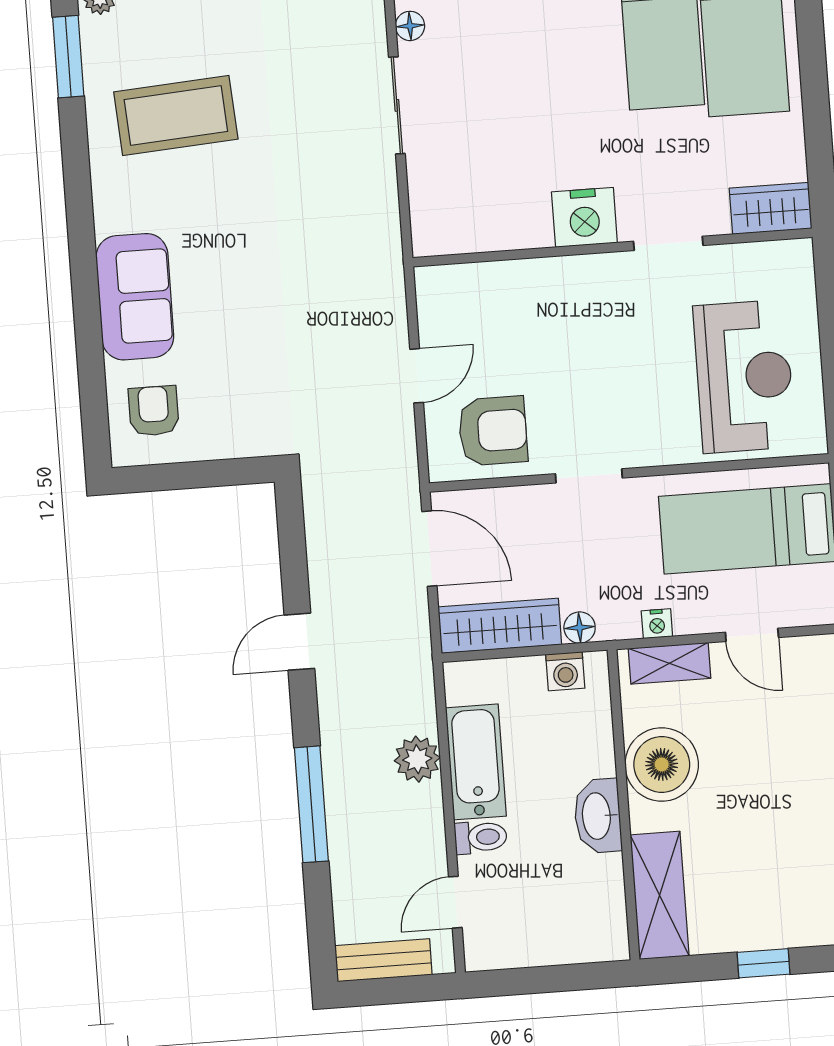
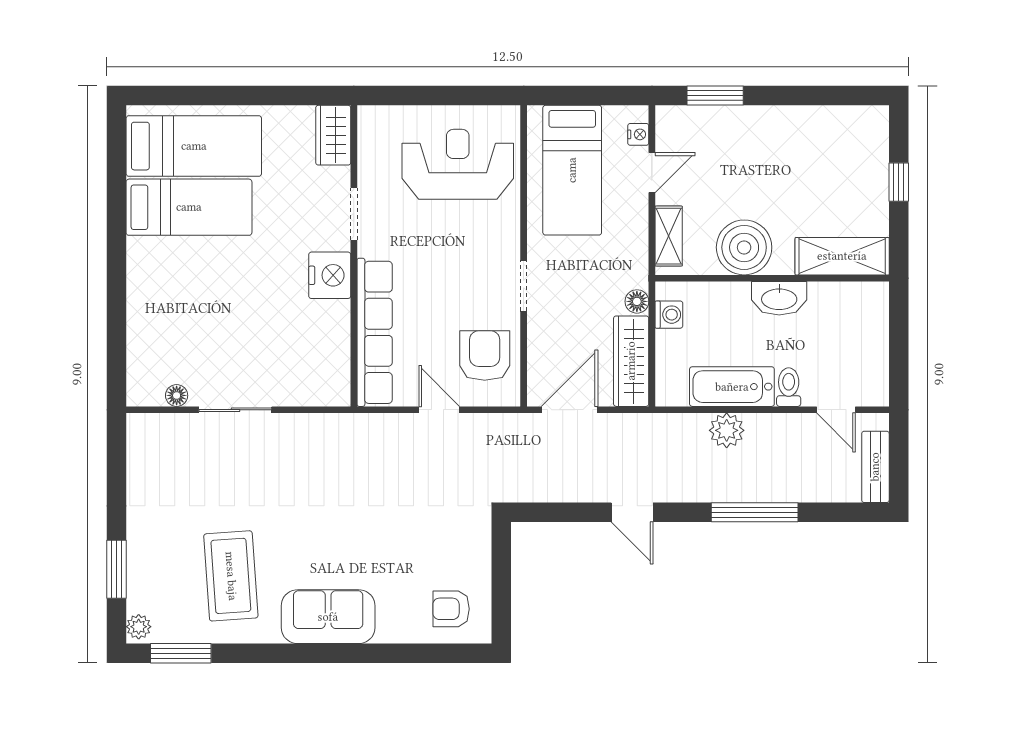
row of seats: (513, 282) -> (375, 332), added
sofa: (135, 297) -> (328, 617), moved
nightstand: (657, 624) -> (638, 134), moved

